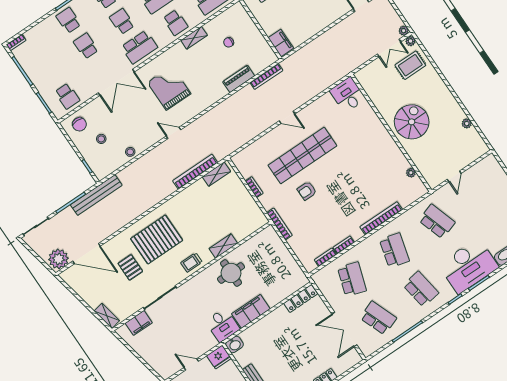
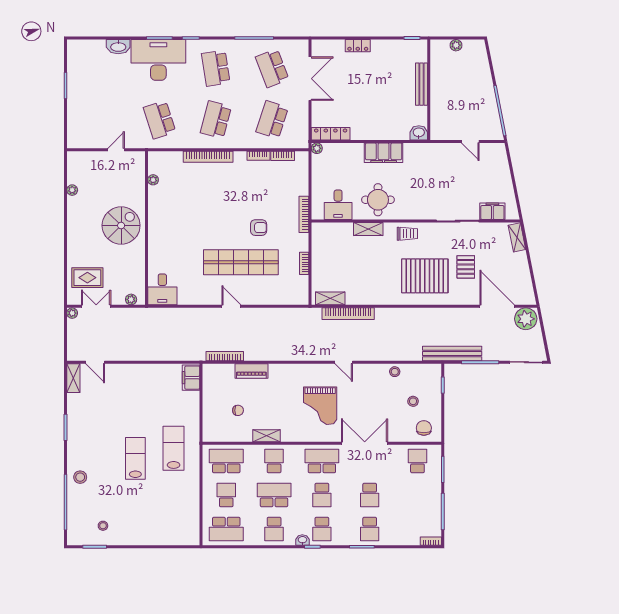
plant: (411, 41) -> (131, 299), moved
spiral stairs: (412, 122) -> (121, 225), turned 180
plant: (304, 280) -> (317, 148), added
desk: (223, 325) -> (338, 205), moved, turned 180
fridge: (219, 357) -> (441, 131), removed

